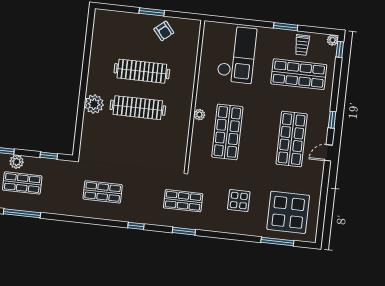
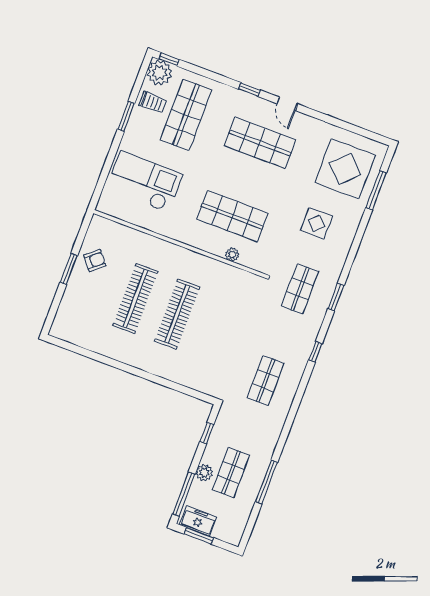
plant: (333, 40) -> (159, 73), width x1.88, depth x1.88
plant: (94, 104) -> (160, 364), removed
plant: (199, 115) -> (232, 255), moved

